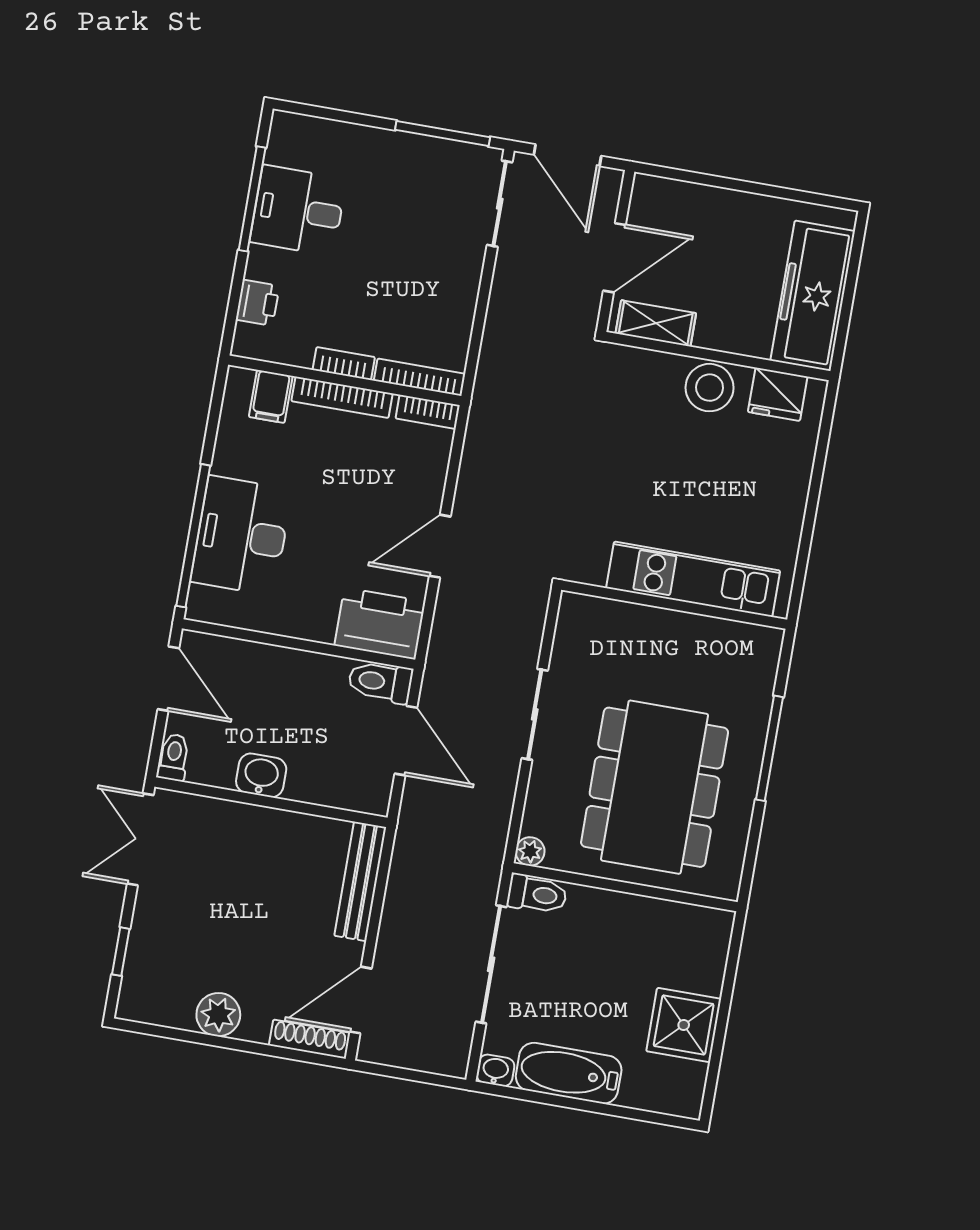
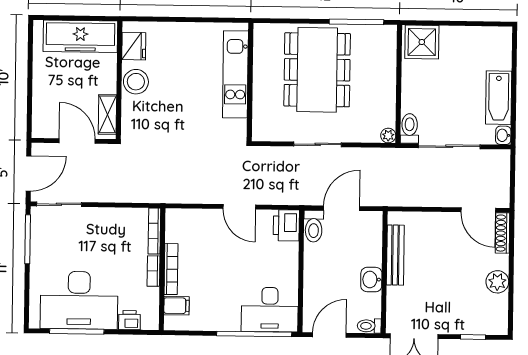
desk: (298, 210) -> (79, 300), width x1.87, depth x1.30
bookcase: (428, 412) -> (171, 224), removed
desk: (241, 536) -> (270, 310), moved
printer: (380, 623) -> (286, 225), width x0.73, depth x0.84
window: (769, 748) -> (356, 22), moved
dining table: (655, 787) -> (317, 70), moved, turned 90
bench: (360, 881) -> (395, 255), moved, turned 90
shower: (684, 1025) -> (422, 42), moved

